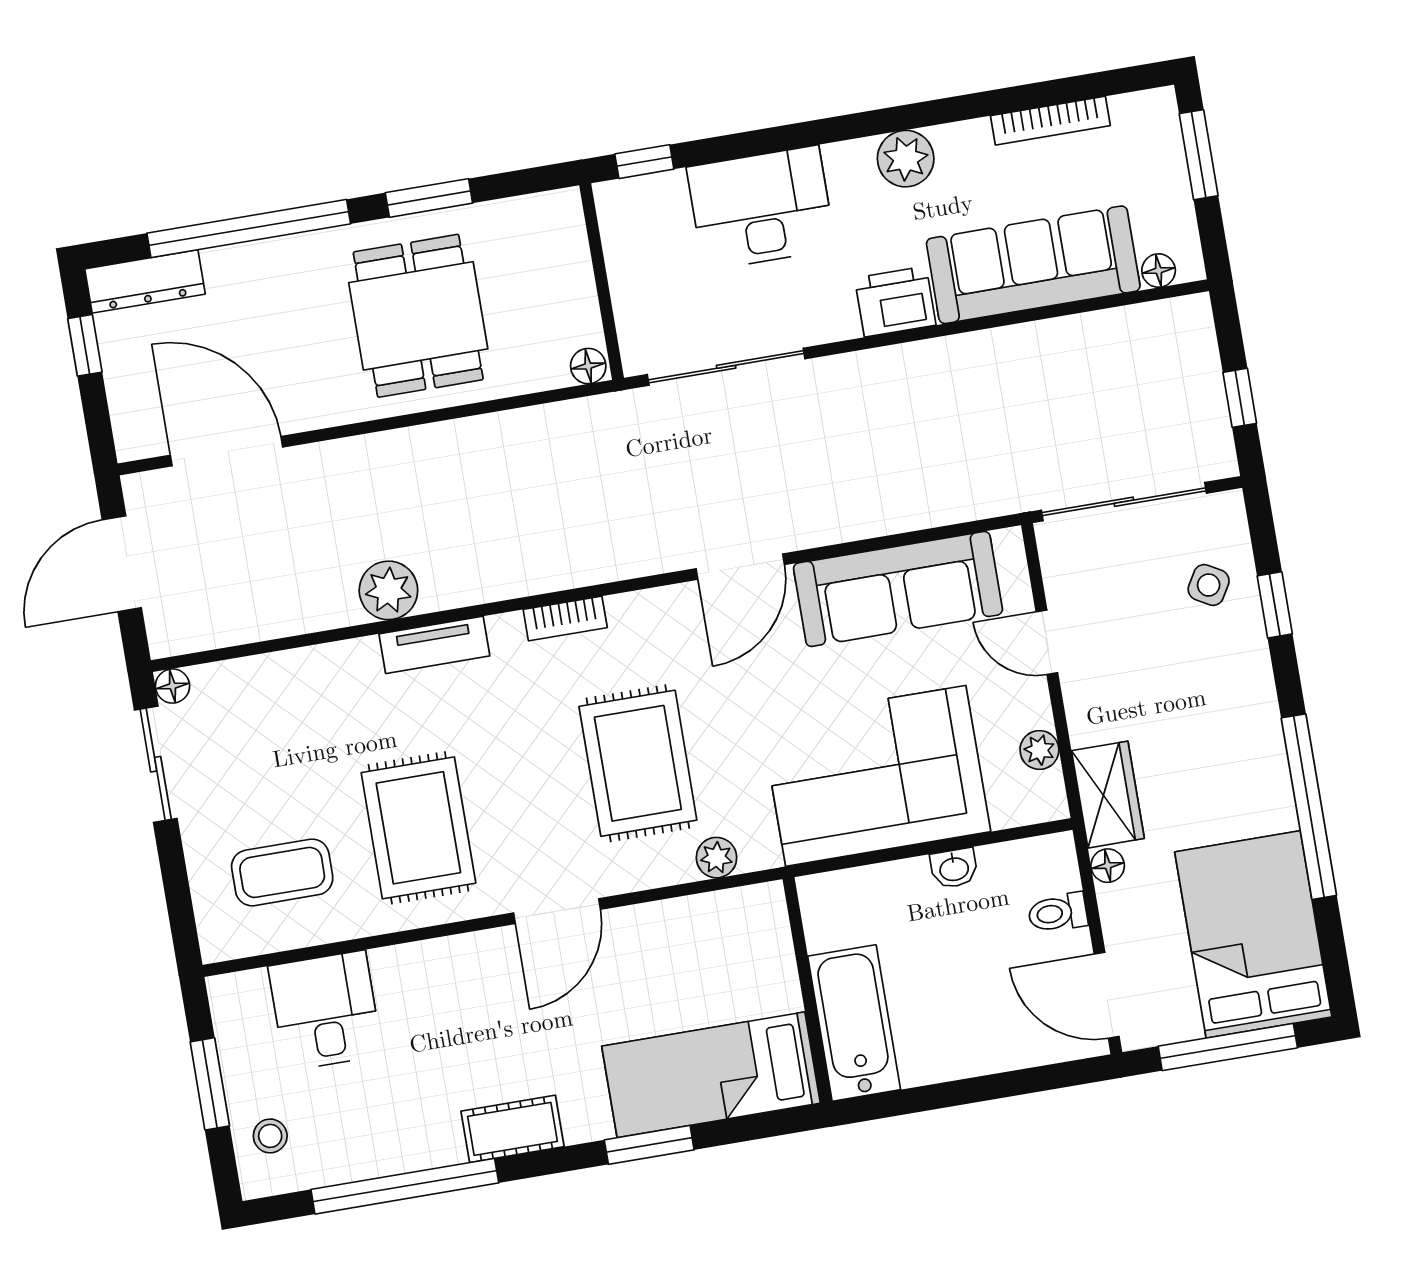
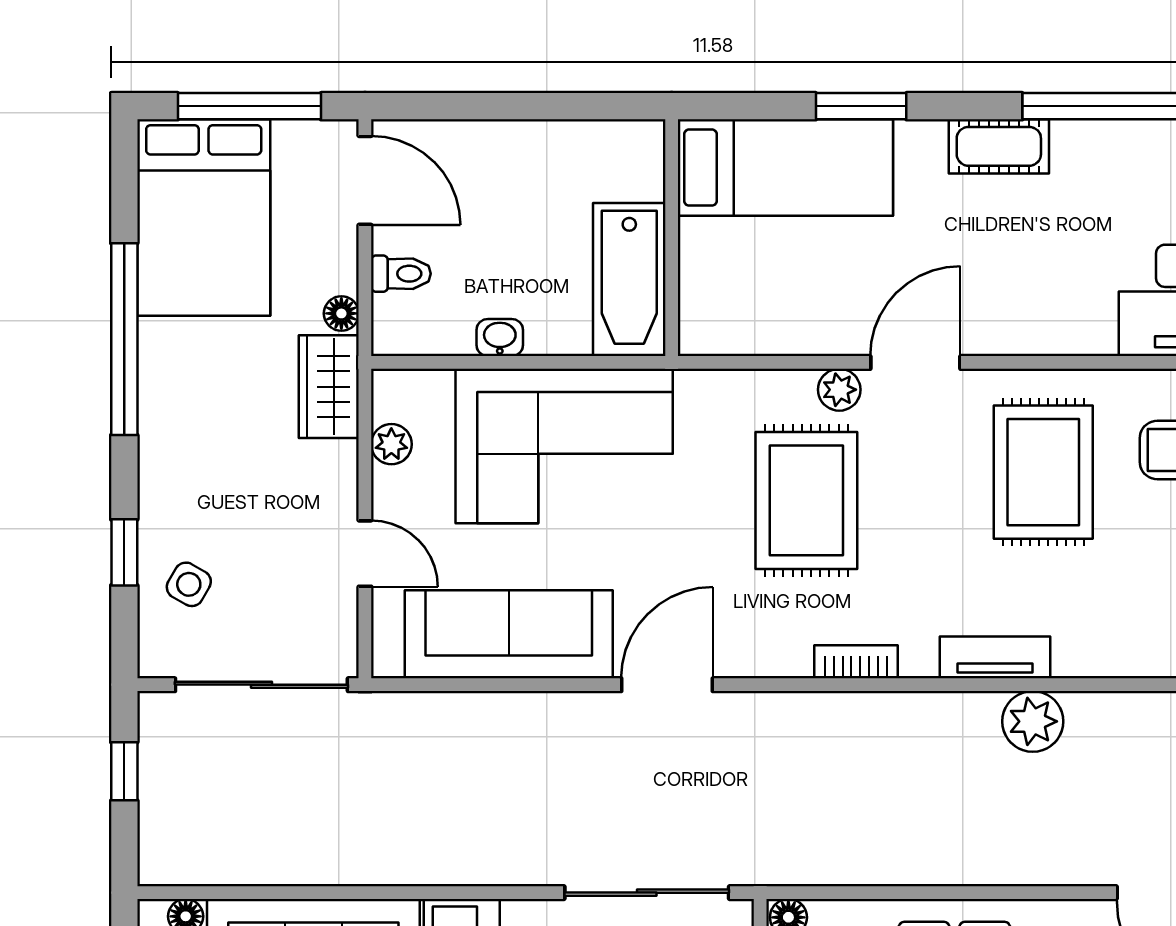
plant: (717, 858) -> (839, 390), moved
bathtub: (854, 1023) -> (629, 280), moved

